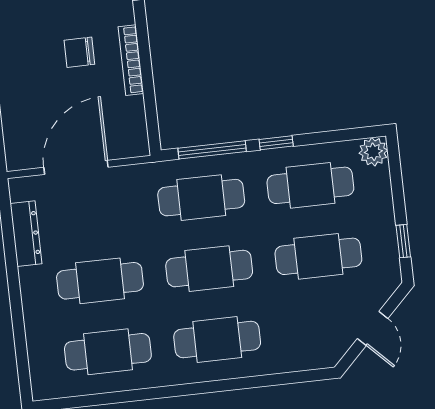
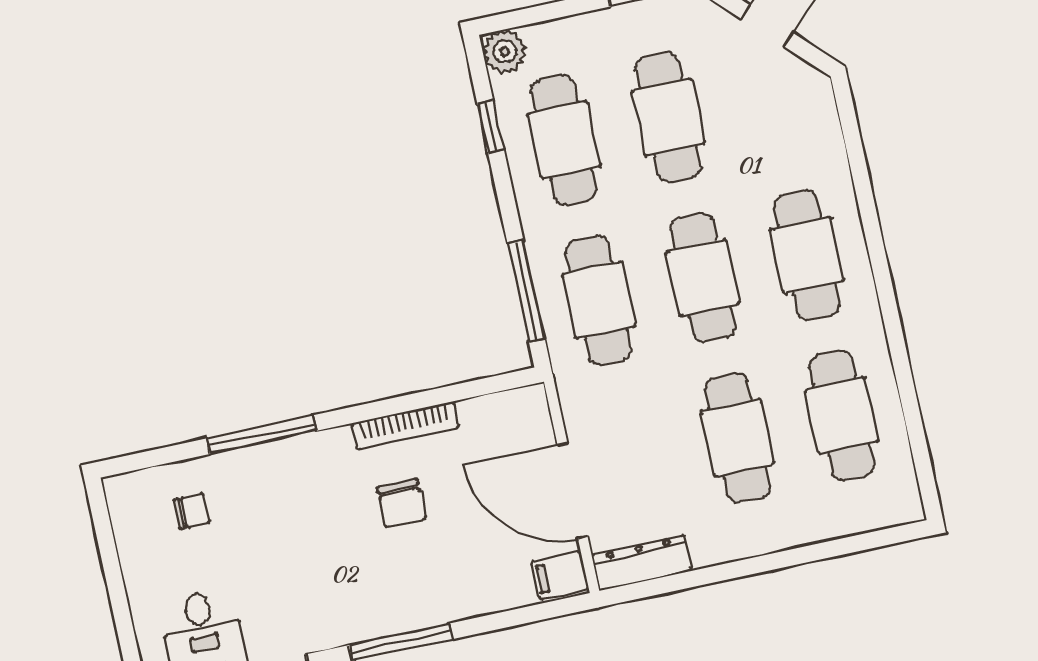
window: (276, 143) -> (491, 127), moved
filing cabinet: (20, 153) -> (560, 575), added
dresser: (26, 234) -> (642, 563), moved

